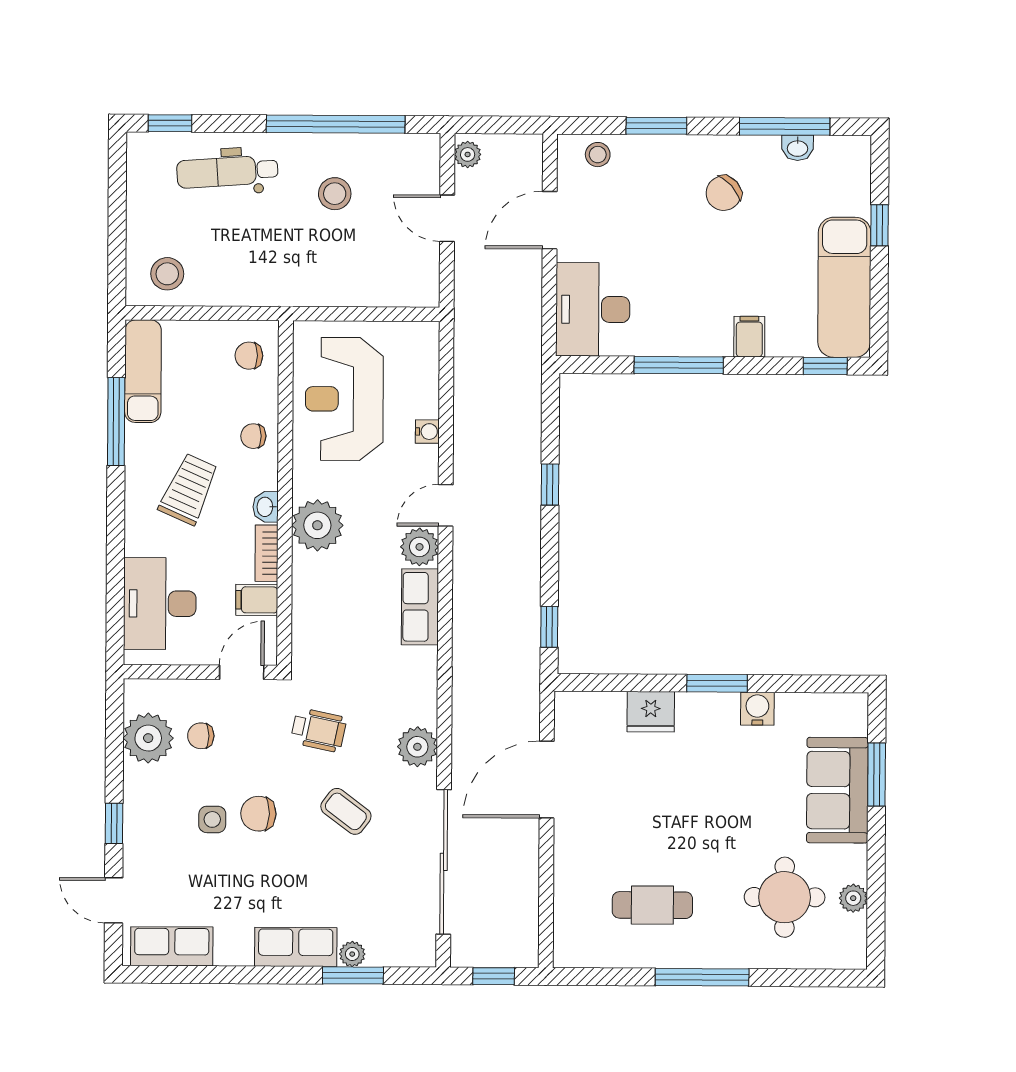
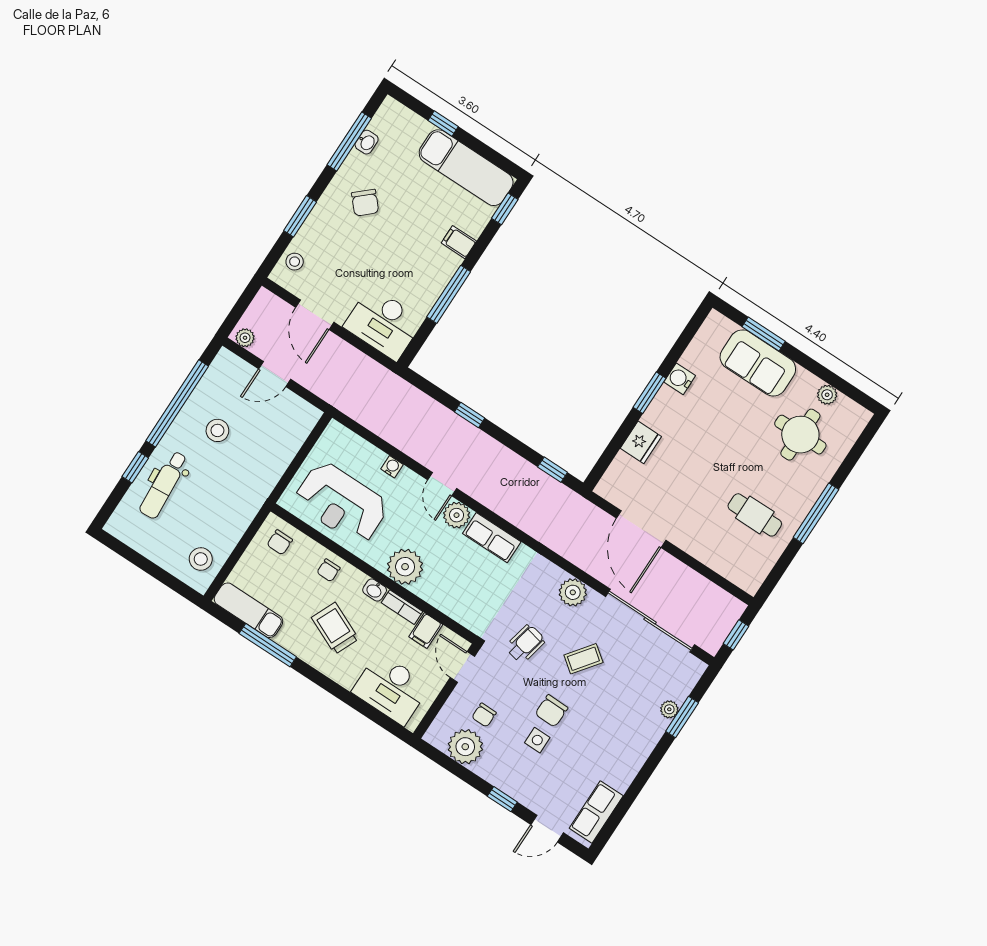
window: (170, 123) -> (135, 467), moved
cafe table: (652, 905) -> (755, 515), turned 90
row of seats: (296, 947) -> (644, 740), removed

